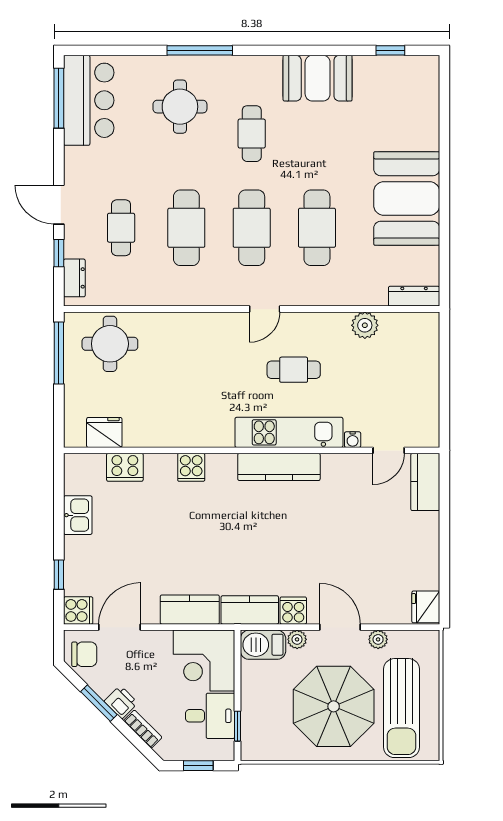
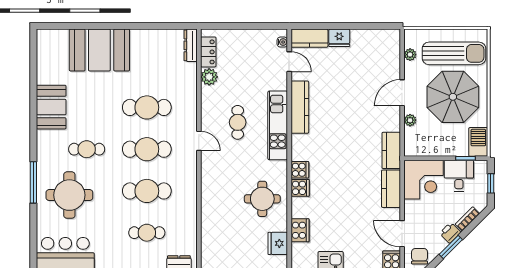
window: (390, 50) -> (33, 60), removed
round table: (180, 107) -> (69, 195), width x1.36, depth x1.36
booth: (407, 198) -> (99, 50), moved
locker: (404, 324) -> (208, 52), added
round table: (110, 344) -> (262, 199), moved
water cooler: (353, 440) -> (282, 42), moved
kitchen counter: (279, 467) -> (300, 107), moved
fridge: (426, 607) -> (339, 38), moved
cooker: (293, 611) -> (300, 170), moved, turned 180
plant: (378, 639) -> (410, 55), moved
barbecue: (263, 645) -> (478, 142), moved, turned 180

